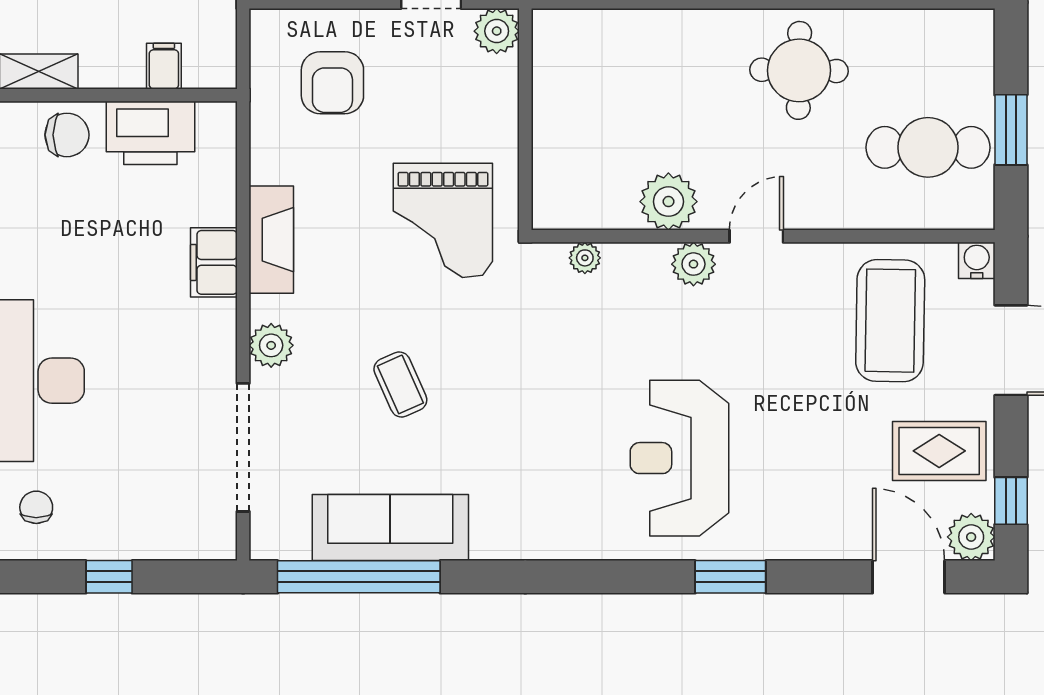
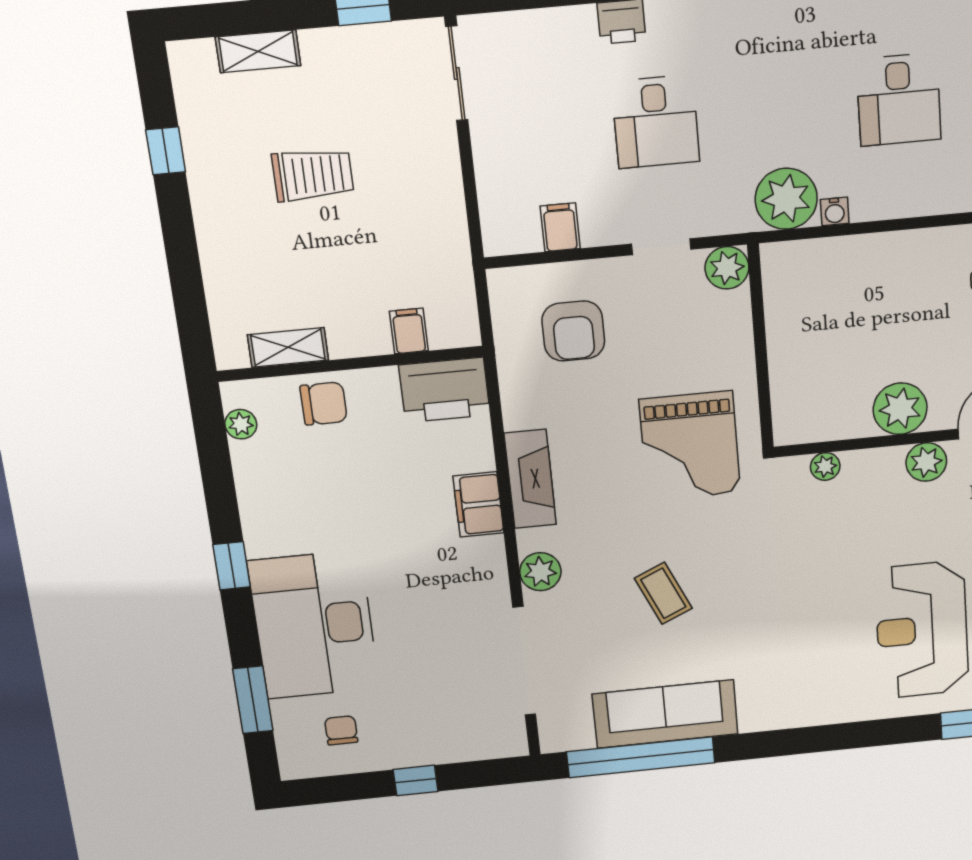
printer: (150, 133) -> (444, 390), moved

